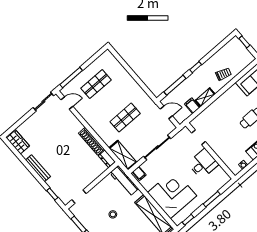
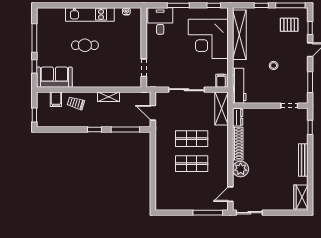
shop shelf: (96, 84) -> (192, 164), moved
door: (67, 103) -> (230, 194), hinge flipped
filing cabinet: (192, 106) -> (56, 99), moved
plant: (75, 126) -> (241, 169), added
desk: (203, 164) -> (160, 21), moved, turned 90

